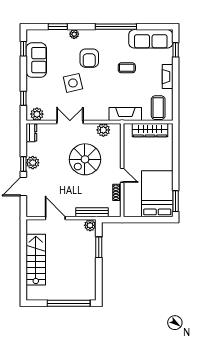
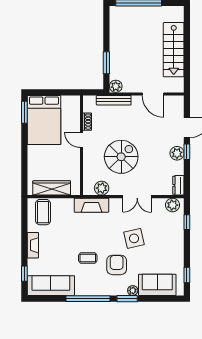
window: (58, 27) -> (127, 299), moved
sofa: (36, 60) -> (157, 285), moved, turned 90
coffee table: (127, 68) -> (88, 258), moved
fireplace: (125, 114) -> (91, 205), moved

